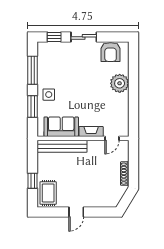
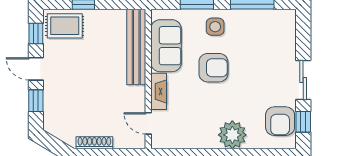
window: (54, 37) -> (303, 122), moved
armchair: (111, 52) -> (280, 121), turned -90
armchair: (76, 96) -> (213, 68), added
window: (53, 212) -> (36, 34), added
window: (97, 212) -> (36, 101), added

